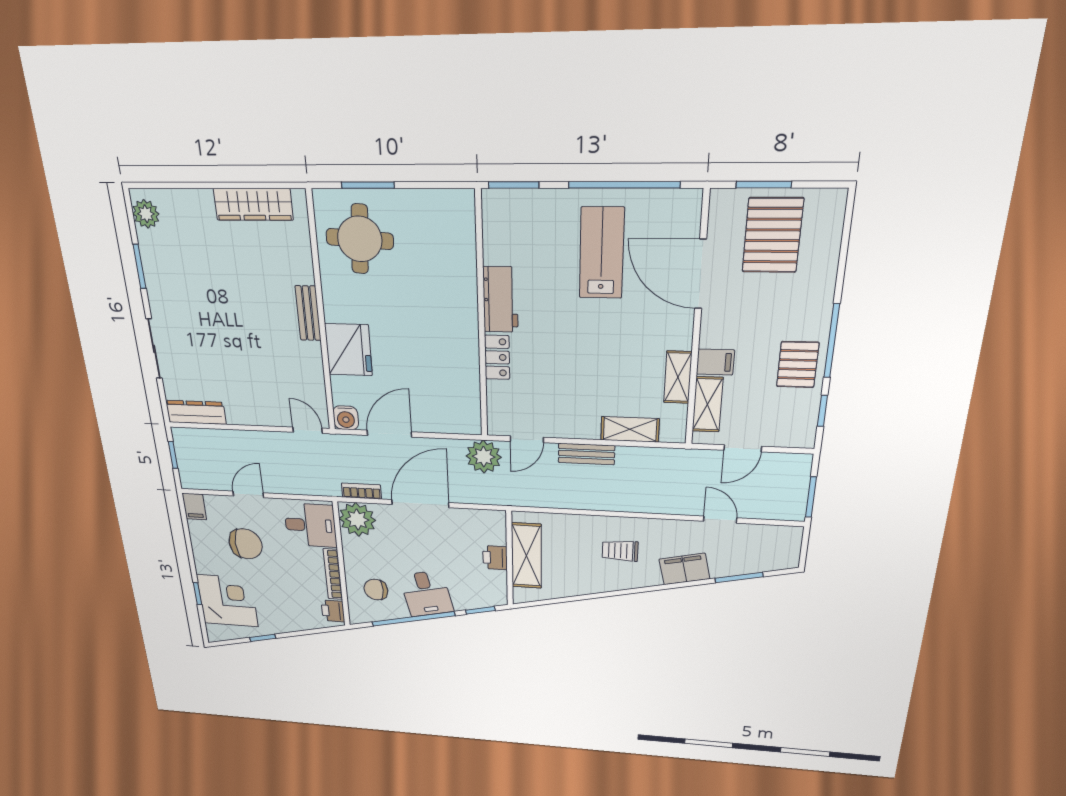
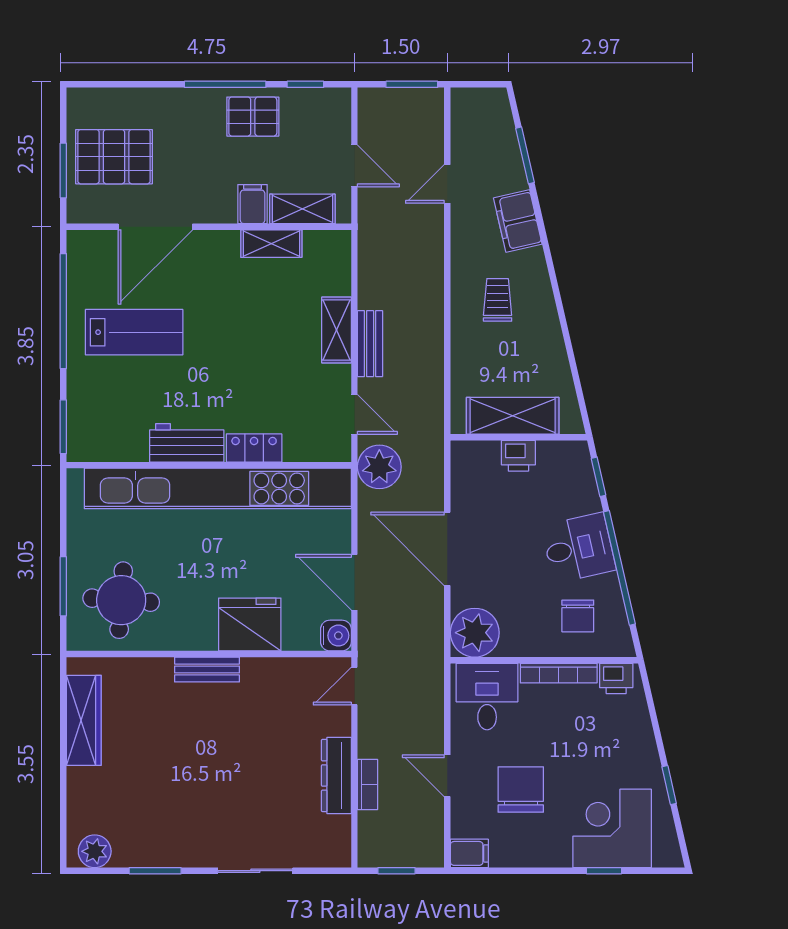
lab bench: (602, 253) -> (134, 332), turned 180
kitchen unit: (461, 326) -> (218, 488), added
dresser: (196, 412) -> (336, 775), moved
shelving: (630, 429) -> (336, 330), moved
bookcase: (361, 491) -> (368, 785), moved, turned 180
trolley: (620, 551) -> (498, 300), turned 180

